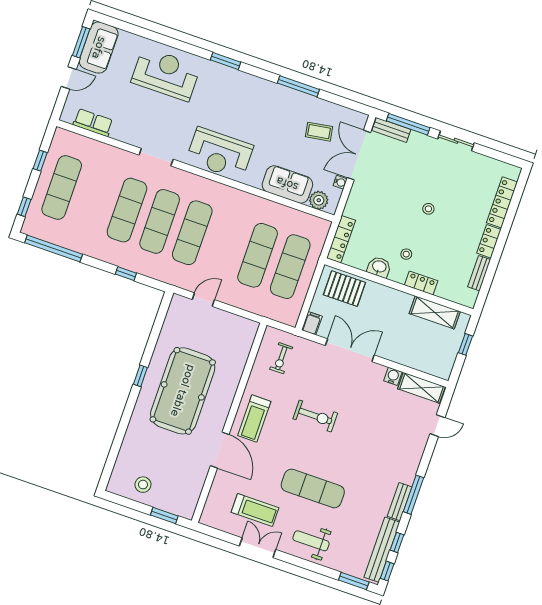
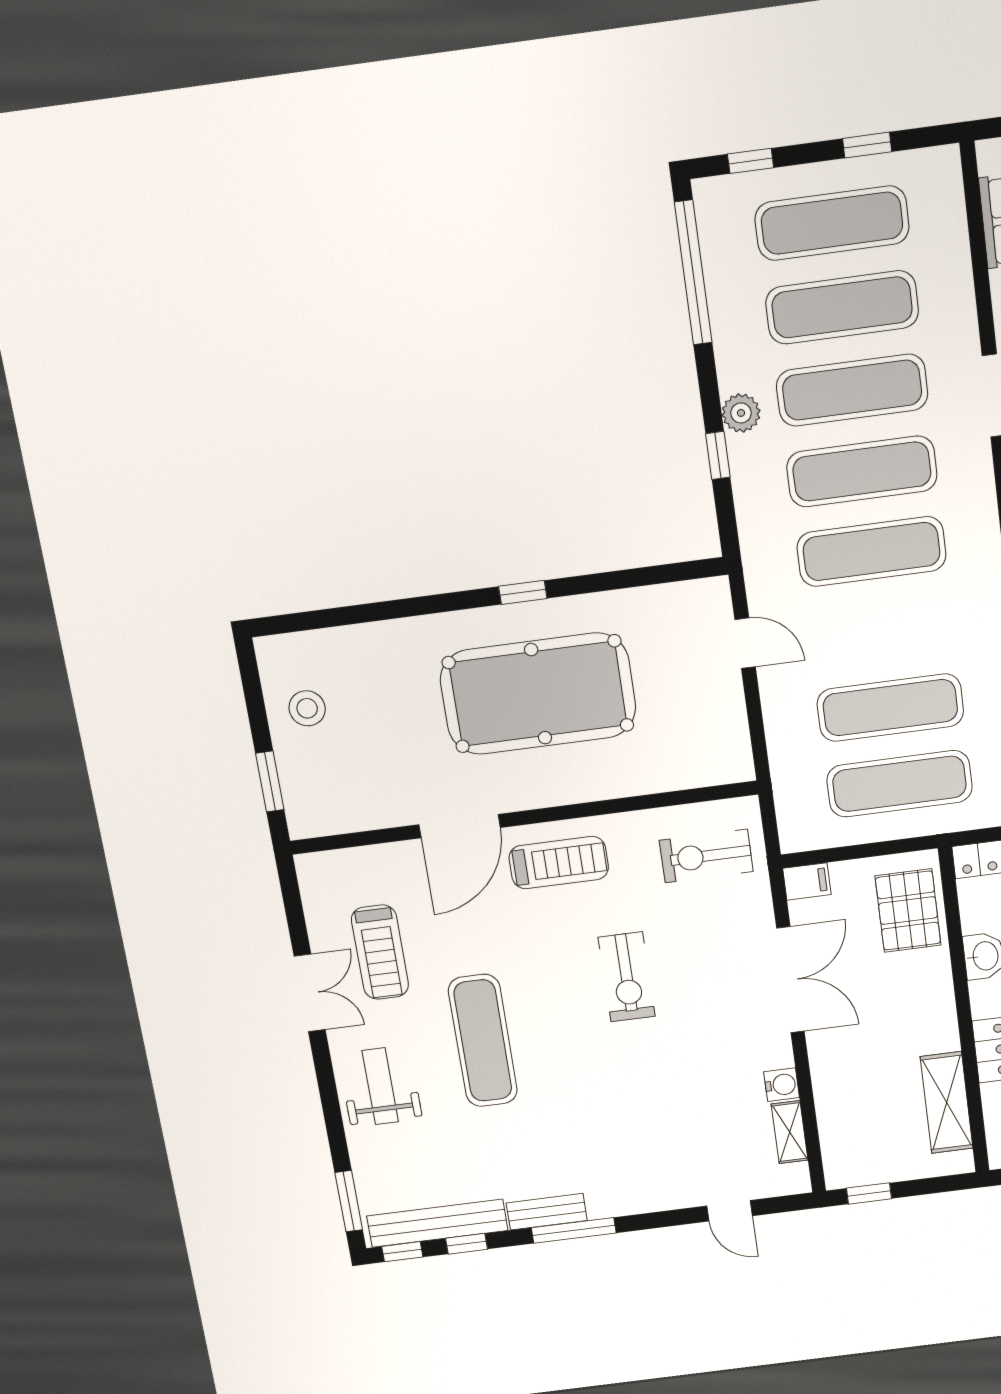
exercise mat: (94, 199) -> (842, 307), added
plant: (114, 257) -> (741, 413), added
window: (466, 344) -> (869, 1193), moved
exercise bike: (281, 358) -> (706, 856), width x1.38, depth x1.39
shelving: (421, 388) -> (790, 1132), width x0.67, depth x0.75
treadmill: (254, 418) -> (559, 863), turned 180

